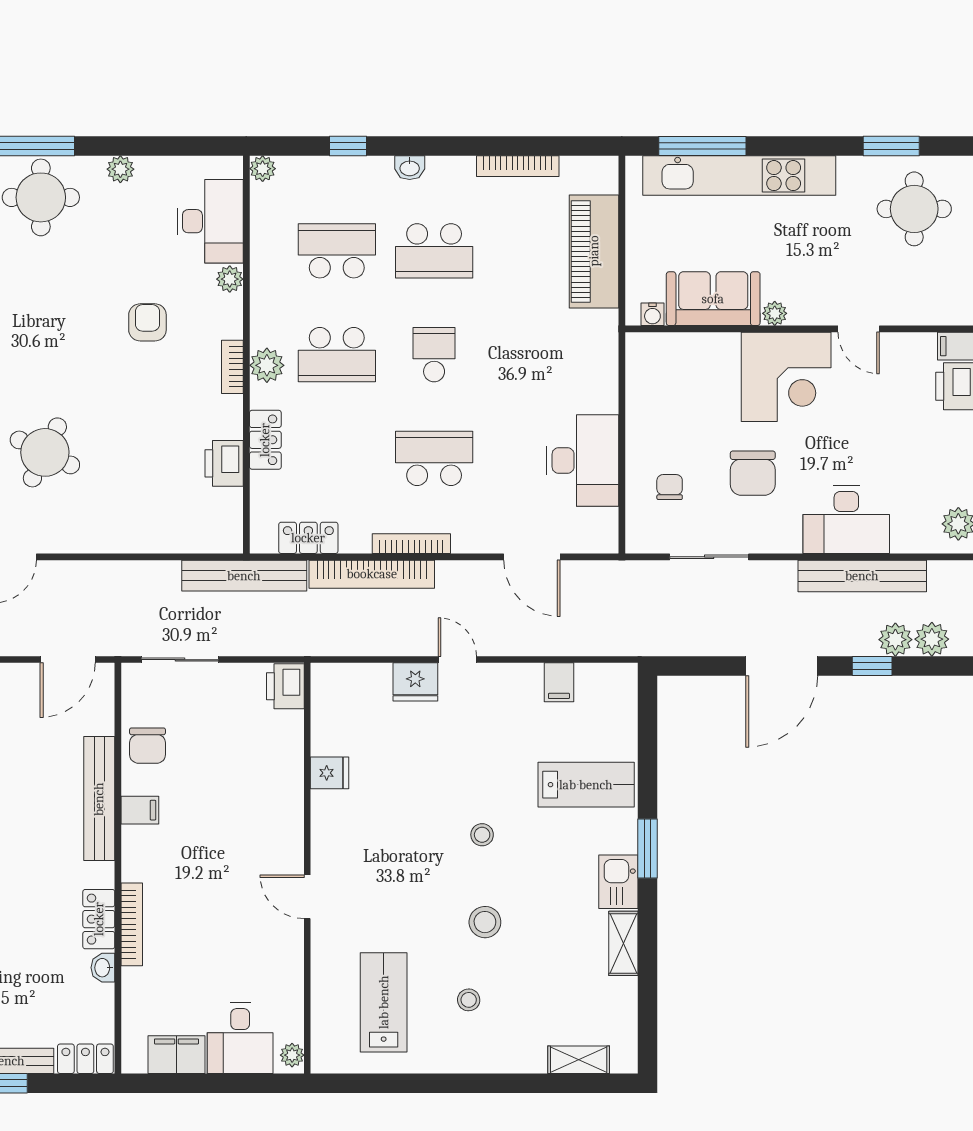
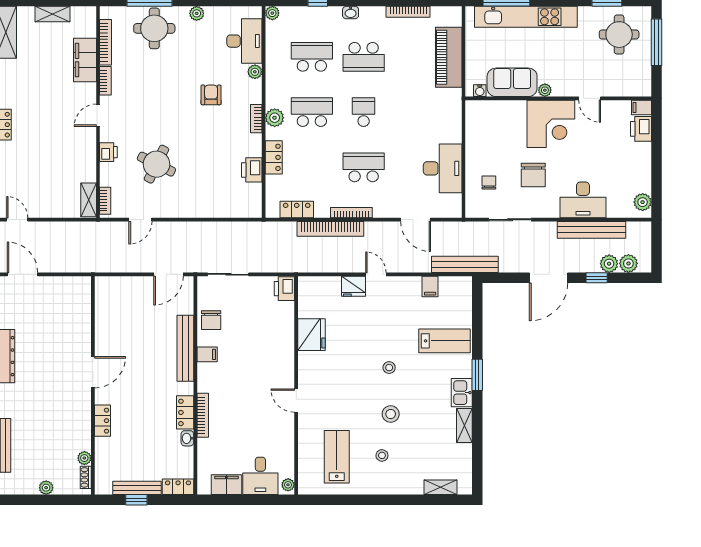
school desk: (337, 355) -> (312, 112), turned 180
bench: (244, 576) -> (465, 264), moved
fridge: (330, 773) -> (311, 335), width x1.88, depth x1.34

